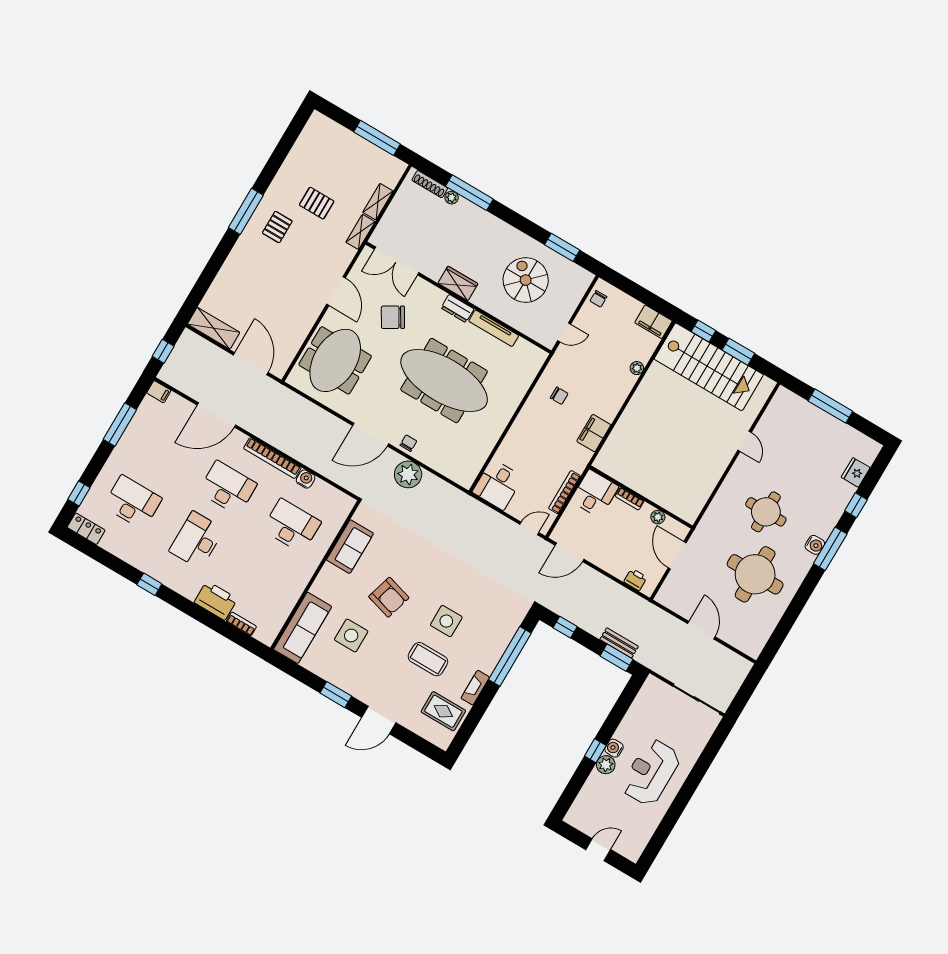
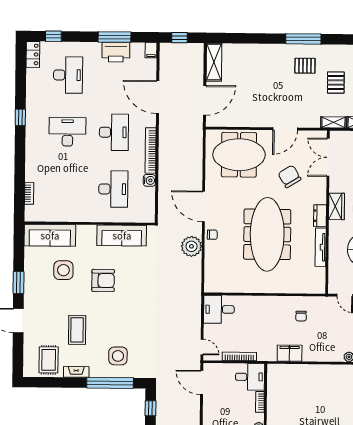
sofa: (350, 547) -> (122, 235), width x1.36
armchair: (389, 597) -> (103, 280), turned -106
printer: (216, 601) -> (116, 52), moved, turned 90
side table: (446, 621) -> (118, 356), moved

